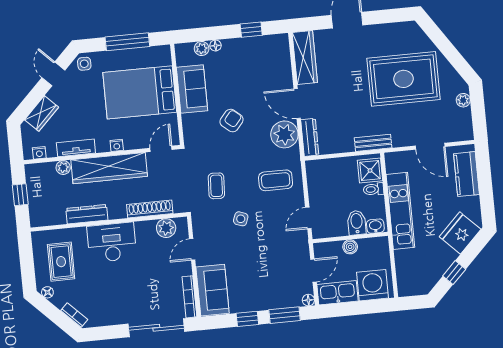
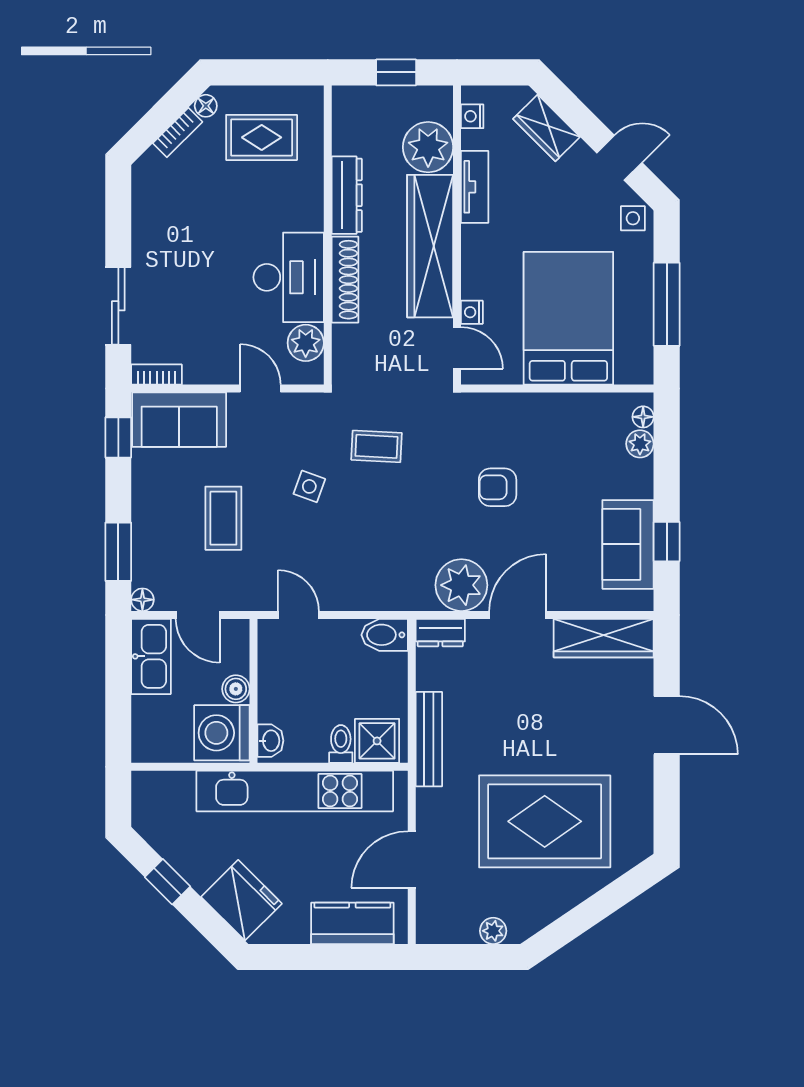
floor lamp: (215, 46) -> (643, 417), moved
rug: (403, 79) -> (545, 821), turned 90
sofa: (192, 89) -> (628, 544), moved, turned 90
armchair: (232, 121) -> (498, 487), turned 140
dresser: (310, 137) -> (440, 633), width x0.70
bench: (373, 143) -> (429, 739), width x1.36
nightstand: (117, 145) -> (472, 312), moved
plant: (63, 168) -> (428, 147), width x1.87, depth x1.87
coffee table: (276, 180) -> (223, 518), moved
shoe rack: (150, 209) -> (345, 280), moved
kitchen unit: (400, 211) -> (295, 791), width x1.36
bidet: (357, 223) -> (385, 635), moved, turned 180
desk: (112, 242) -> (289, 277), moved
washing machine: (373, 285) -> (222, 733), moved, turned 180
bookcase: (189, 297) -> (157, 375), width x0.64
bookcase: (74, 315) -> (178, 133), moved
window: (247, 319) -> (118, 437), moved
sliding door: (156, 328) -> (118, 306), width x0.73

